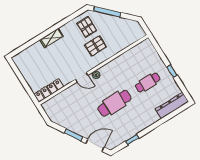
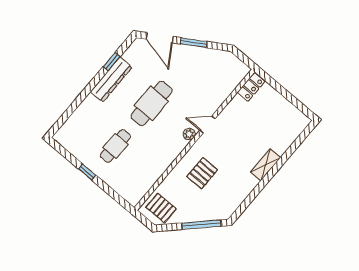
pallet: (87, 27) -> (161, 208), moved
locker: (49, 90) -> (251, 87), width x0.66
dresser: (172, 105) -> (111, 80), moved
door: (95, 145) -> (160, 38), hinge flipped

